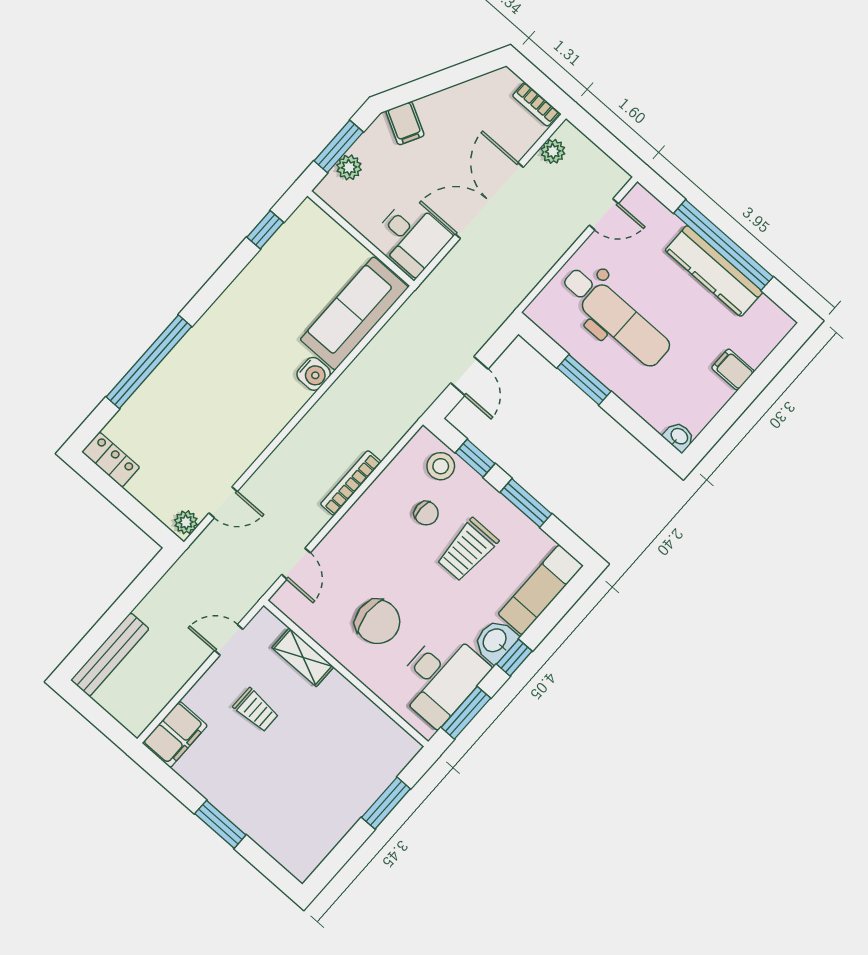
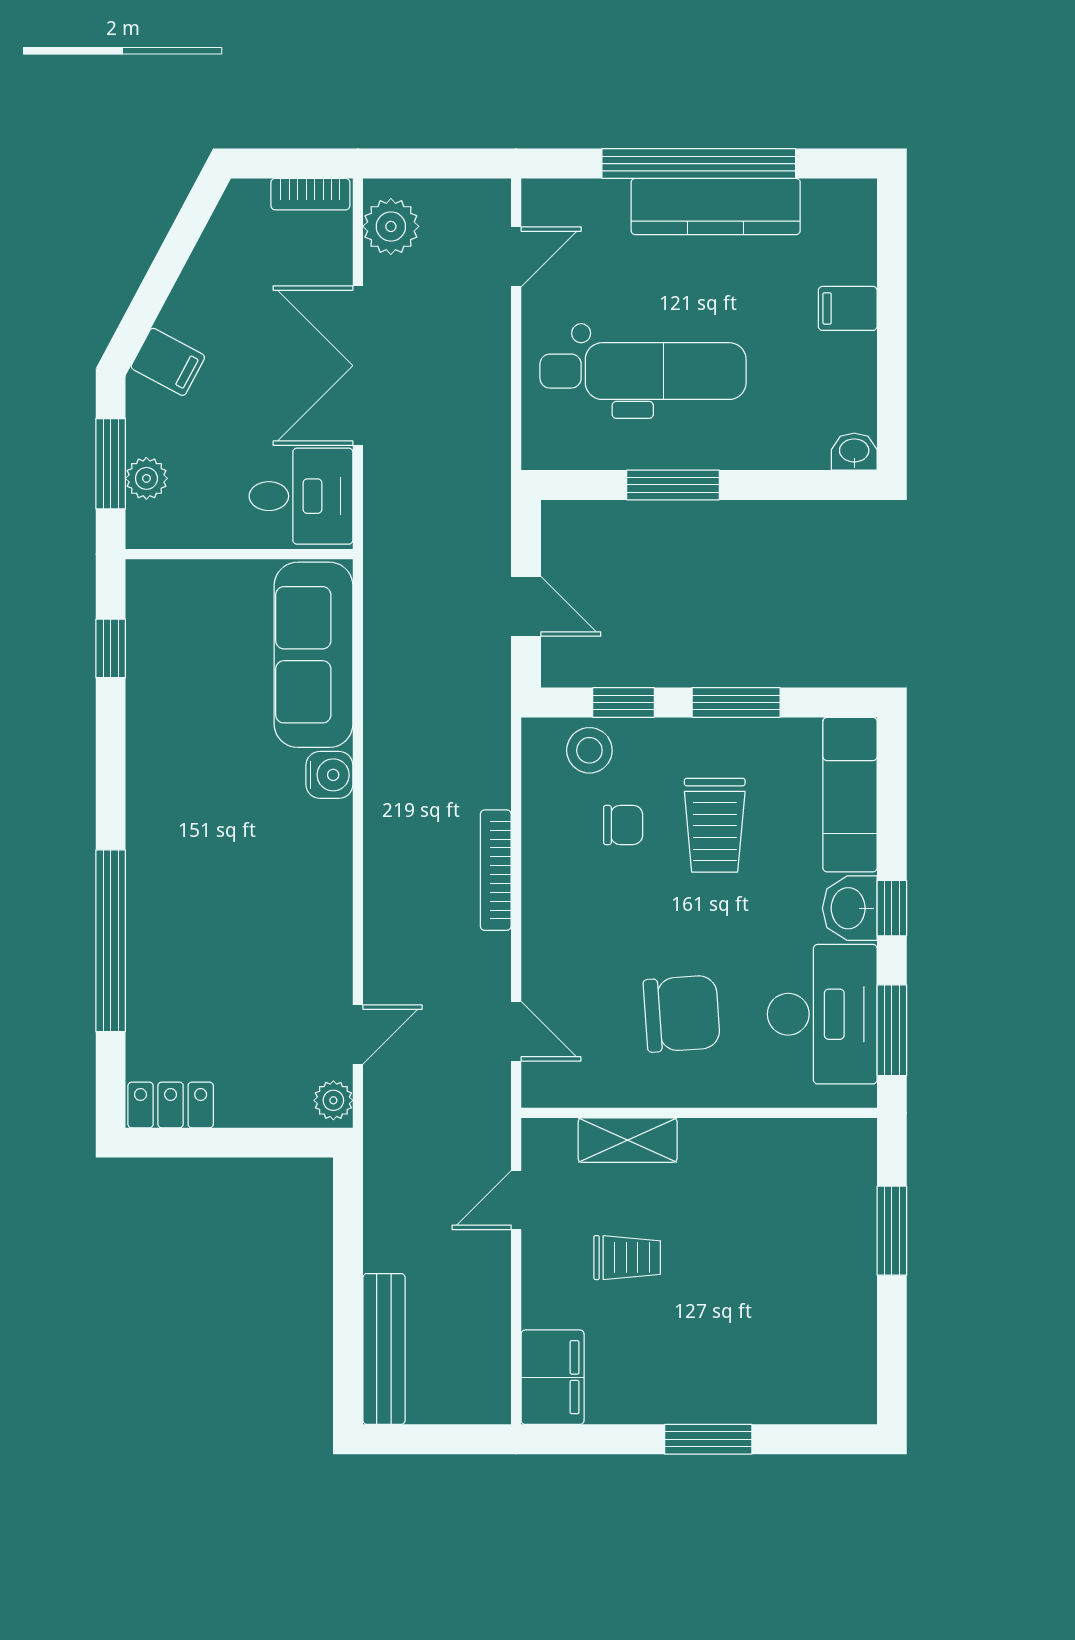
plant: (553, 151) -> (391, 226), width x1.38, depth x1.38

